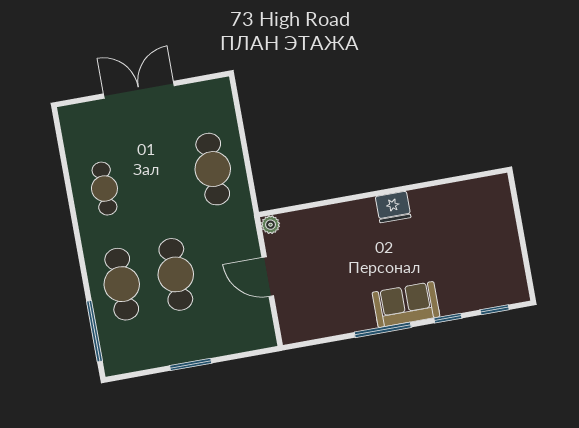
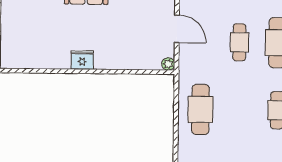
cafe table: (176, 274) -> (239, 42), width x0.73, depth x0.74

